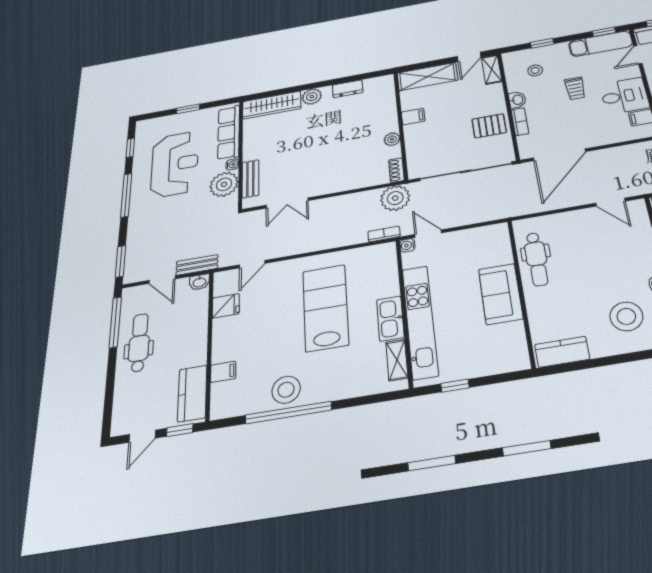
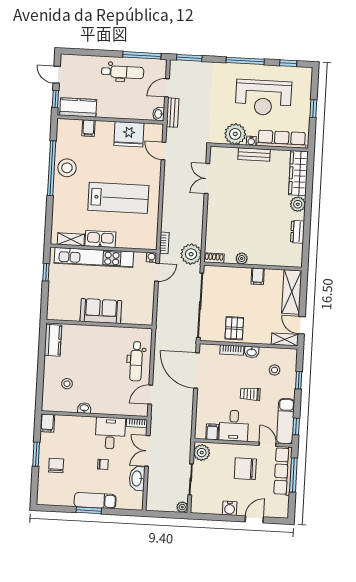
bench: (250, 179) -> (254, 155), moved
dental chair: (537, 259) -> (136, 361), moved, turned -90
fridge: (226, 306) -> (129, 134), width x1.88, depth x1.34
stool: (626, 316) -> (67, 384), width x0.53, depth x0.53

